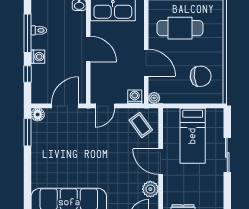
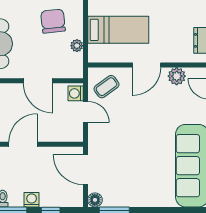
door: (146, 63) -> (38, 81), swing flipped
plant: (154, 98) -> (77, 46), moved
door: (105, 106) -> (85, 112), moved

